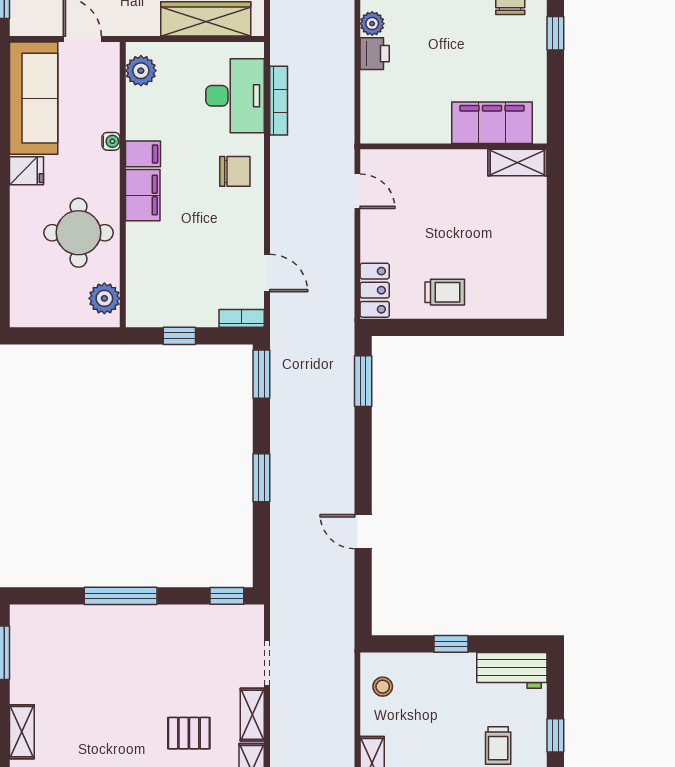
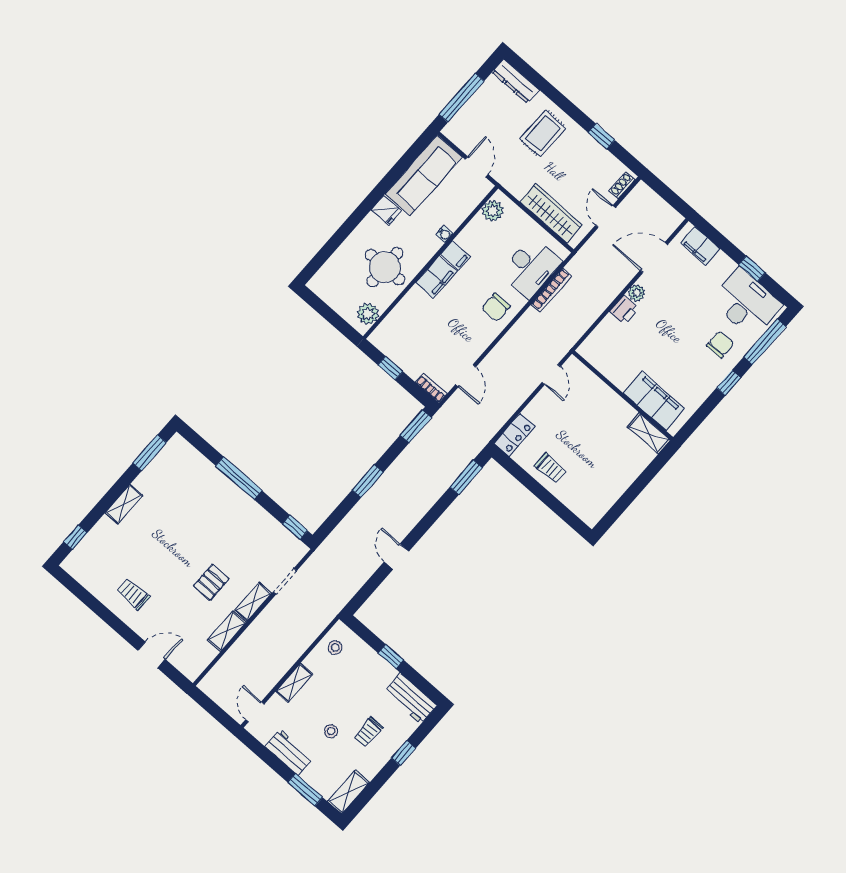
chair: (235, 171) -> (496, 307), turned 90
pallet: (189, 733) -> (211, 582), turned 90

